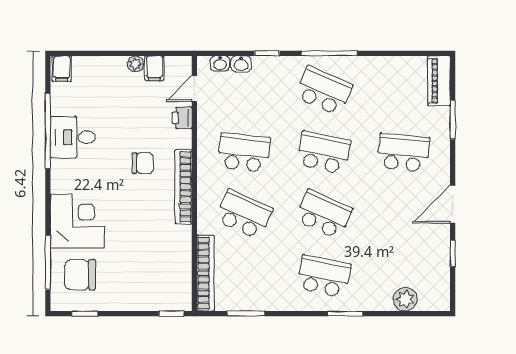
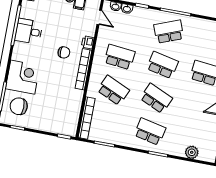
door: (194, 89) -> (99, 17), swing flipped
school desk: (324, 91) -> (169, 32), turned -45
printer: (182, 118) -> (88, 42), moved

